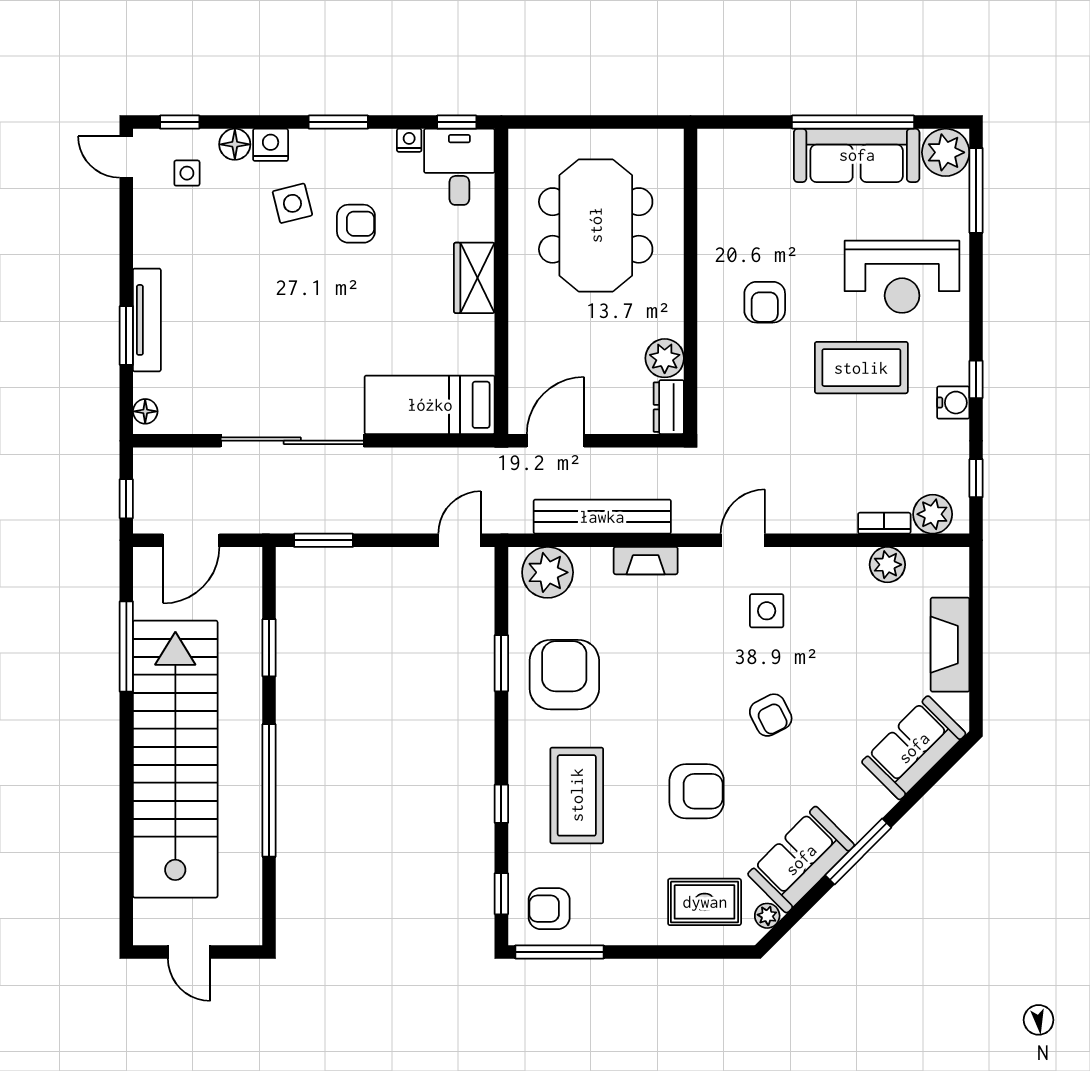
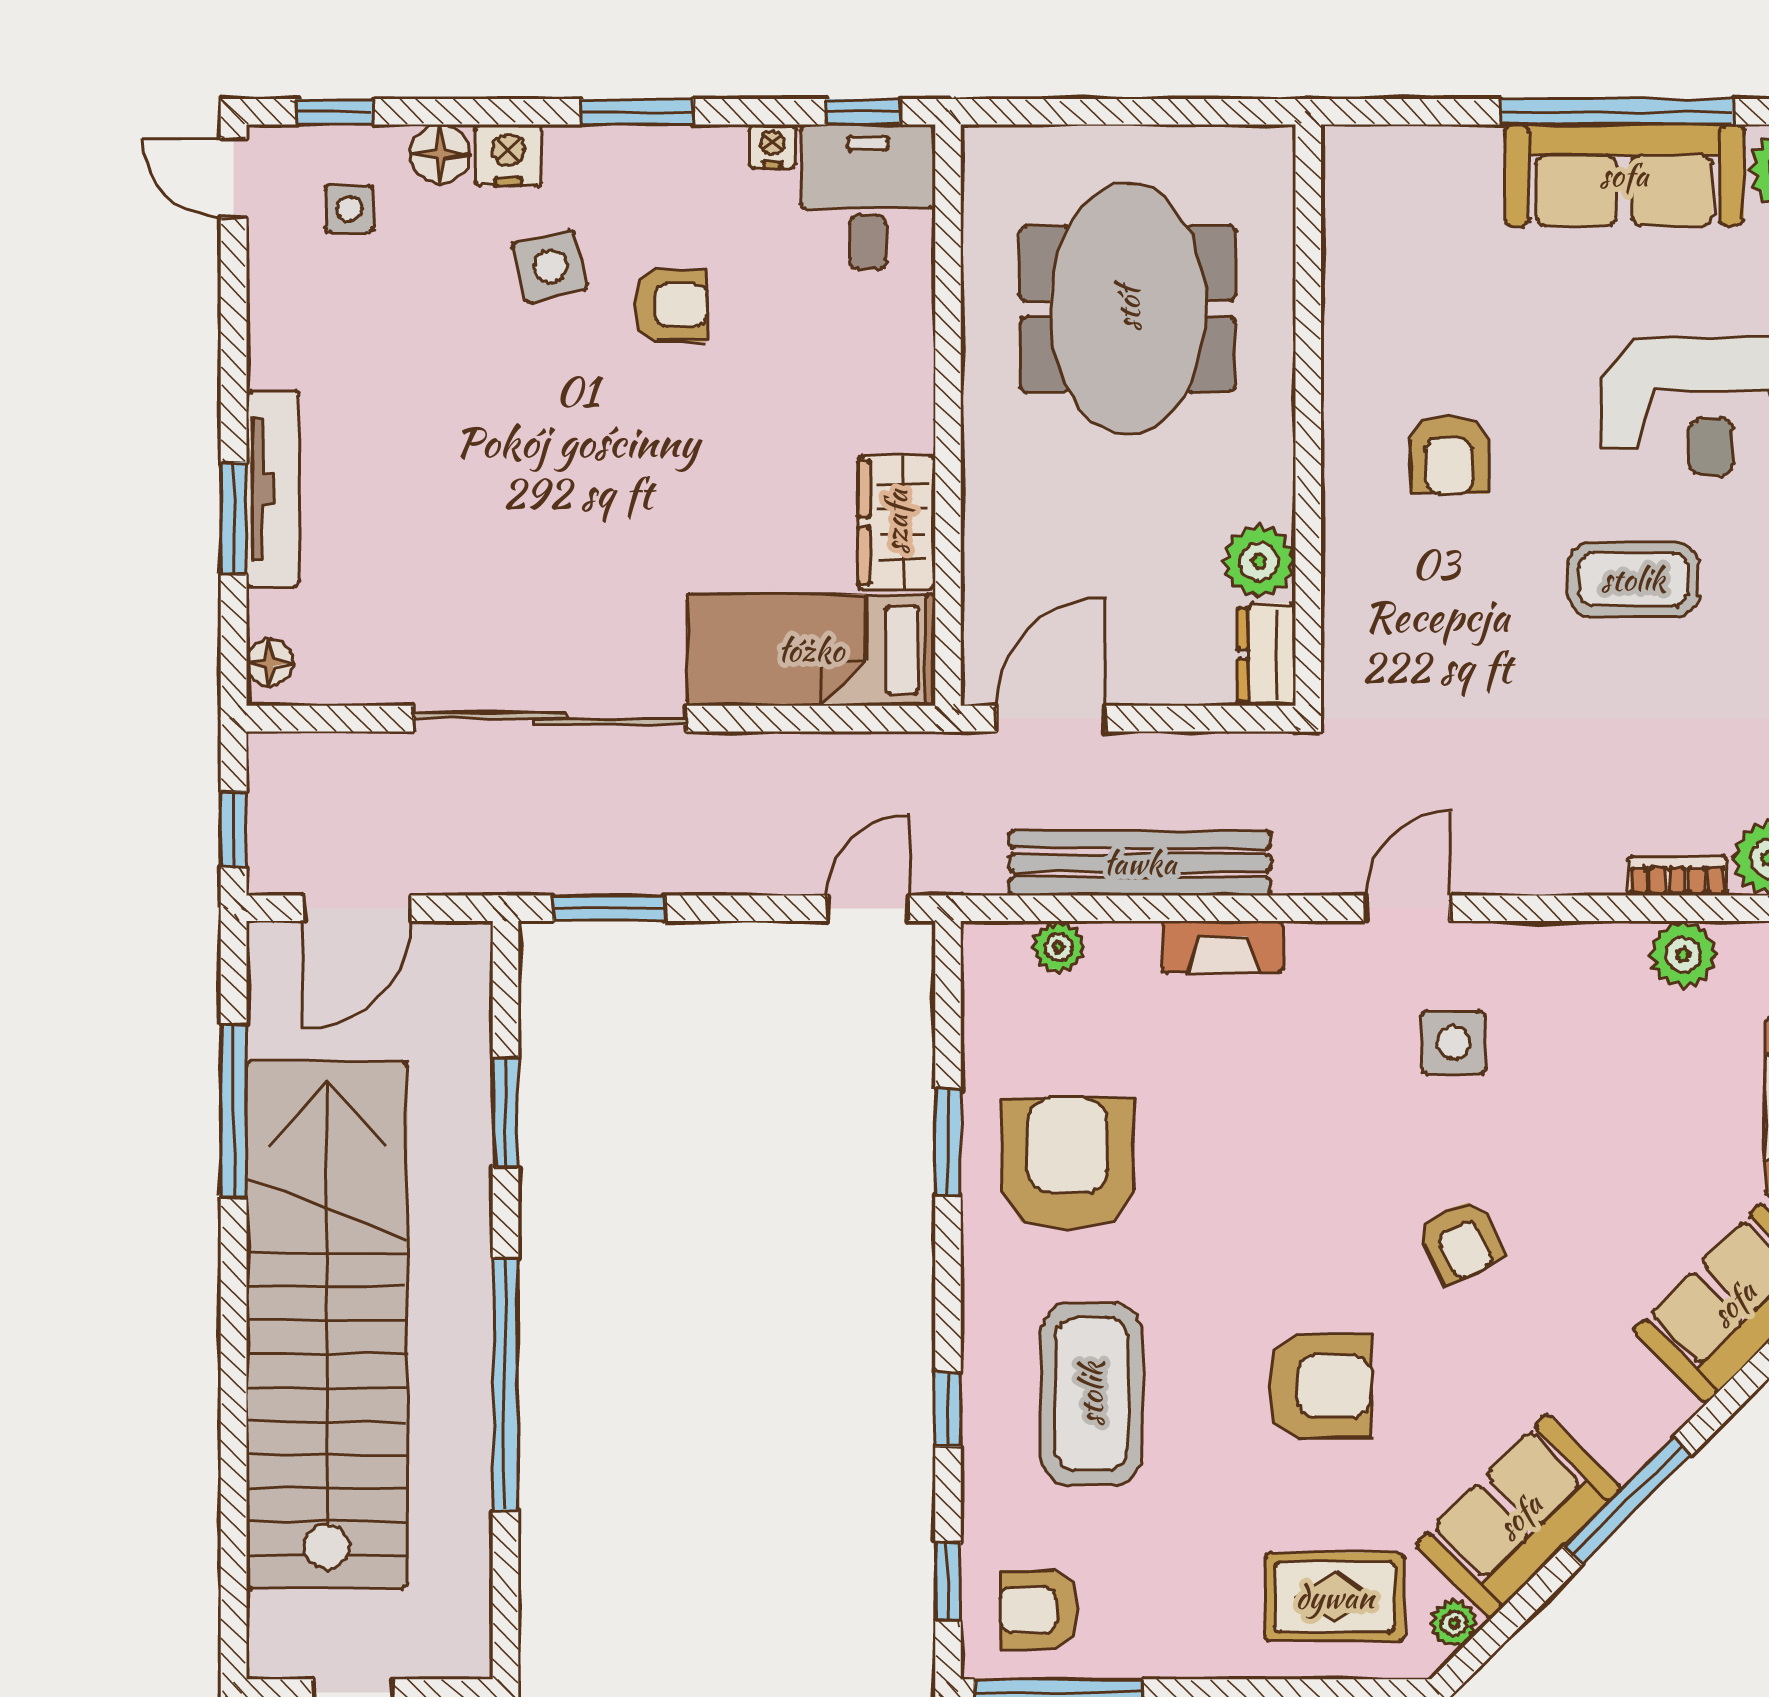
wardrobe: (474, 278) -> (896, 522), moved
coffee table: (861, 368) -> (1633, 579), width x0.73, depth x0.76
plant: (548, 572) -> (1058, 947), width x0.53, depth x0.53

